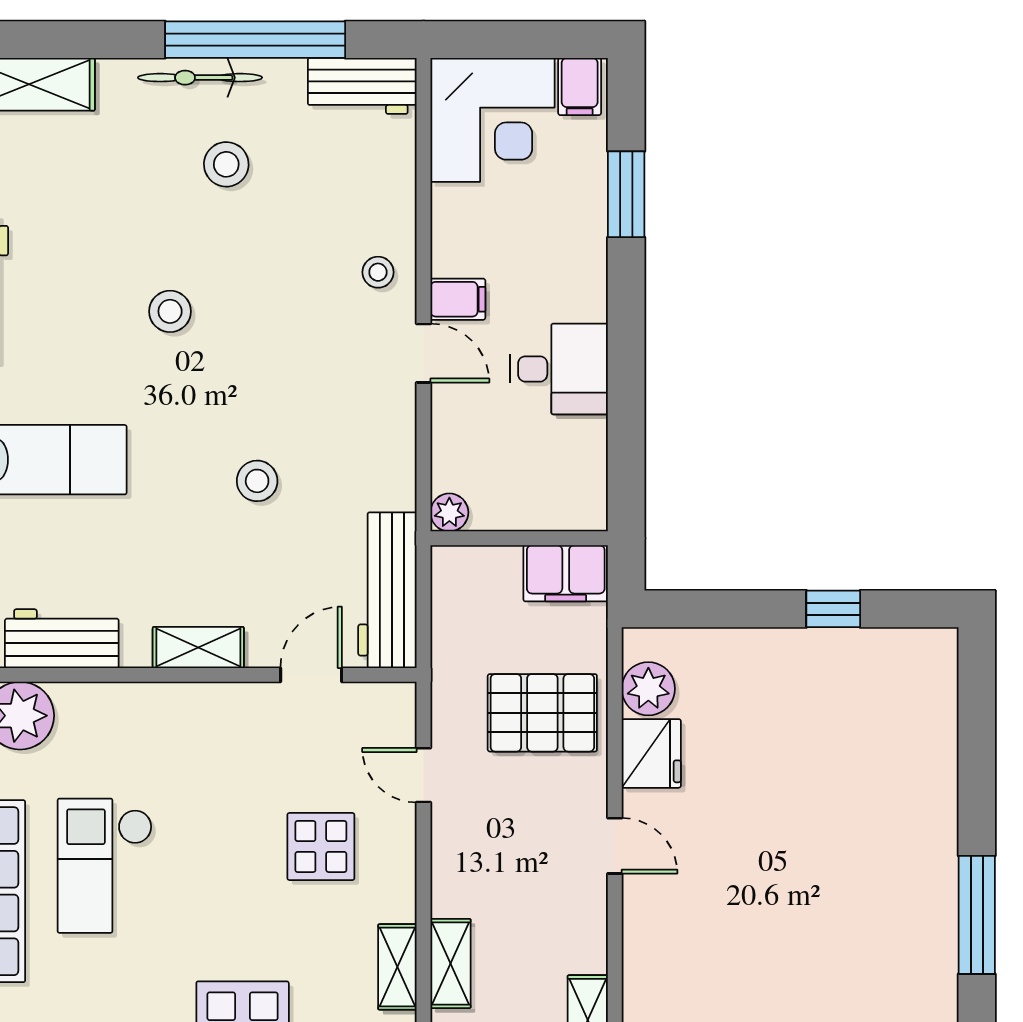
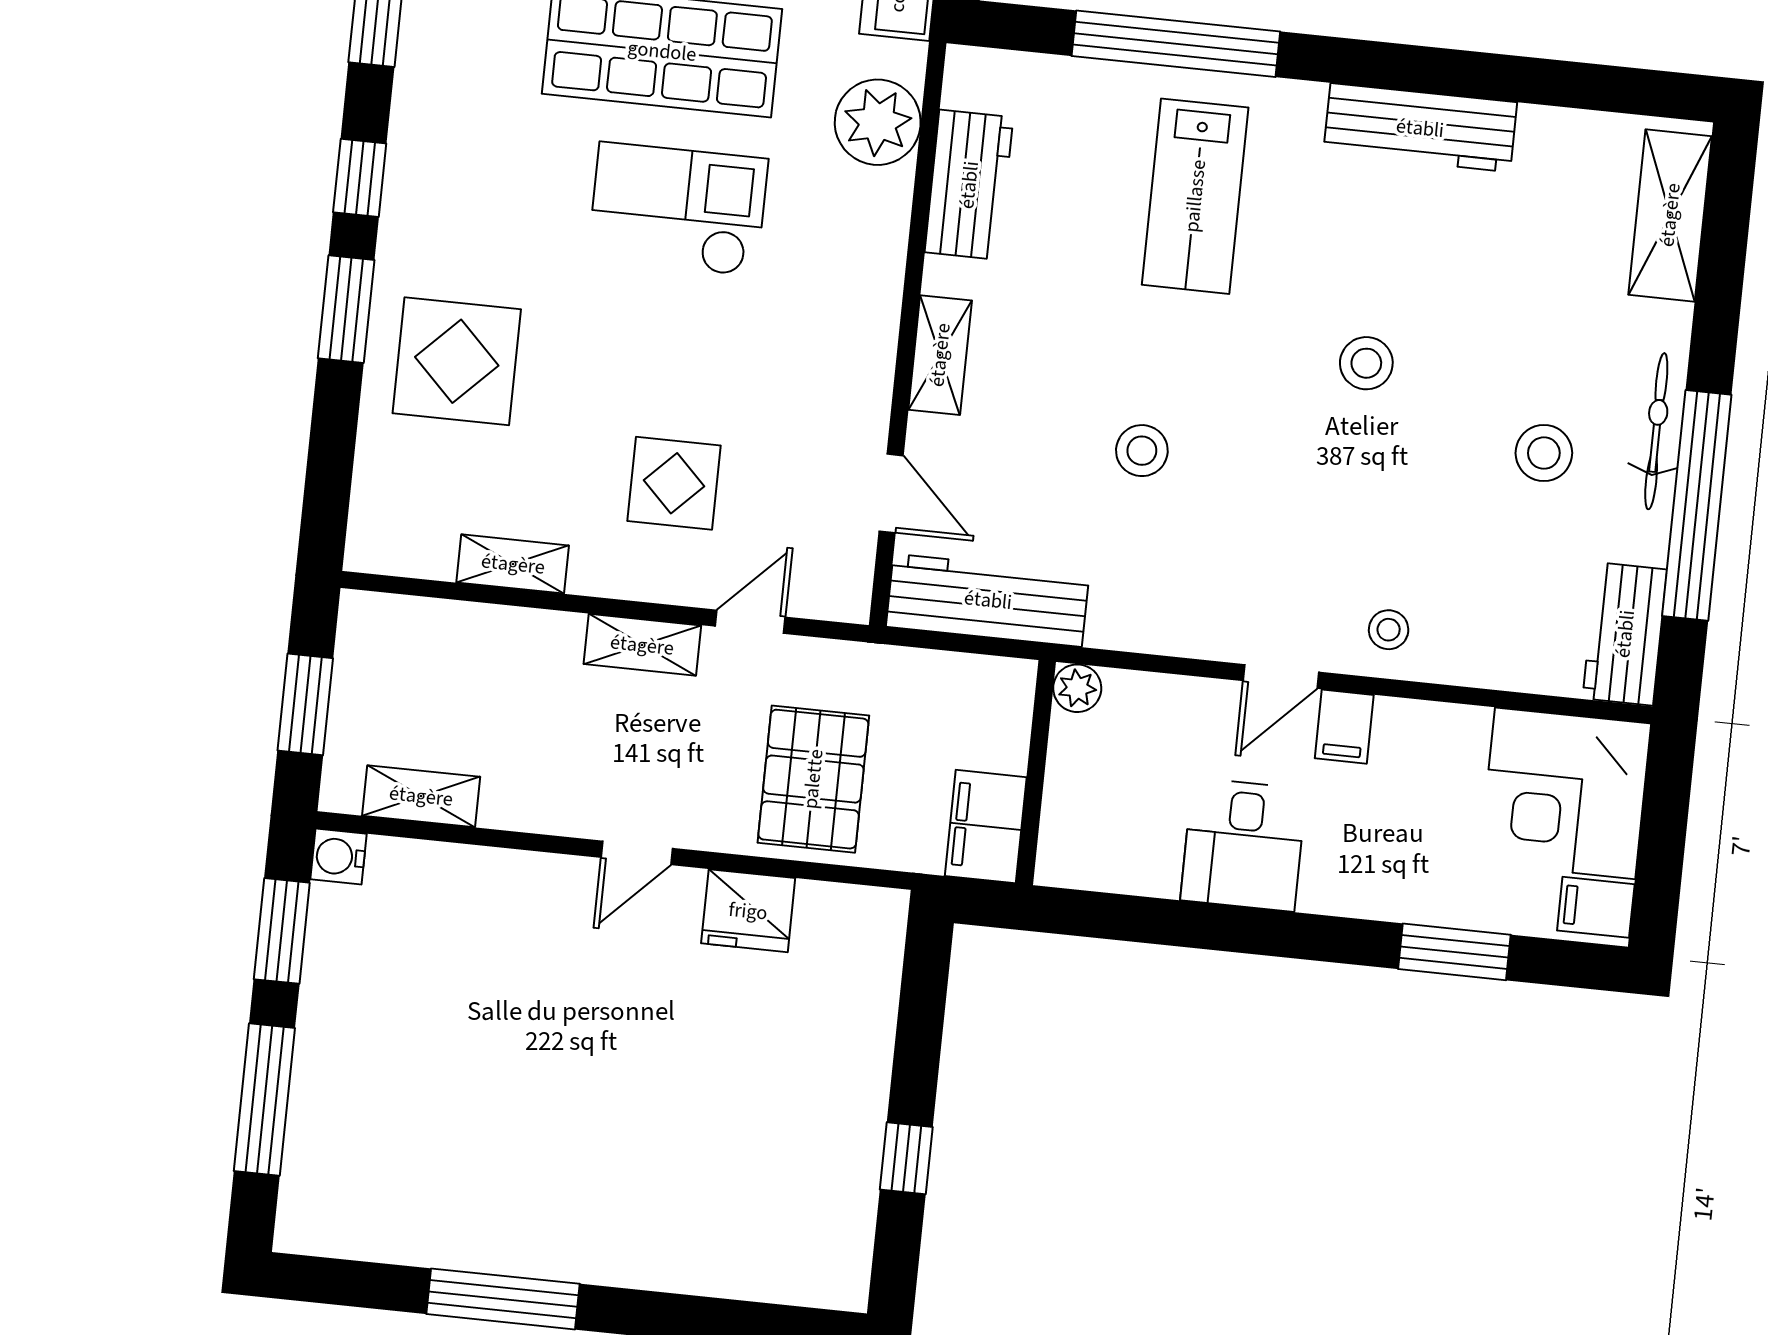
plant: (648, 689) -> (830, 915), removed
shelving: (450, 963) -> (642, 645), moved

